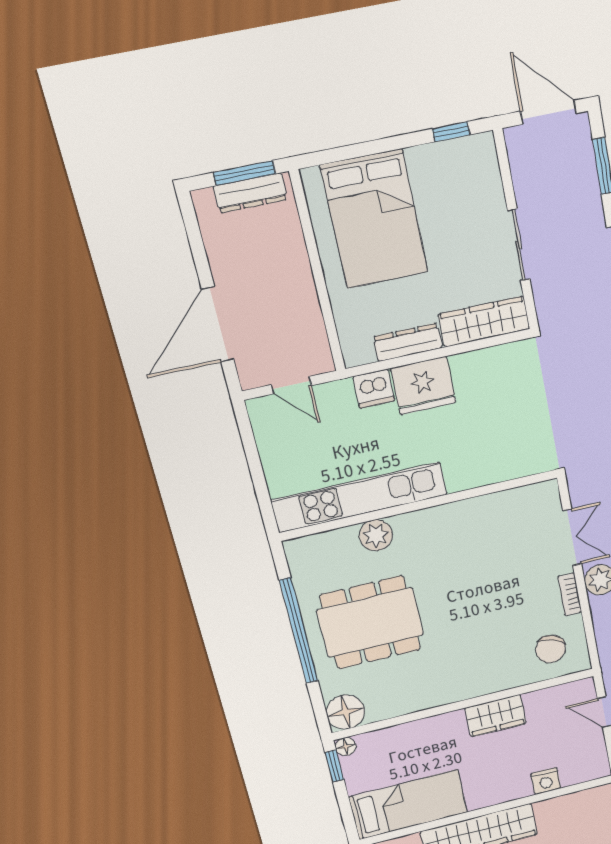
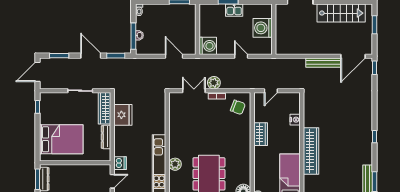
fridge: (423, 386) -> (123, 115), moved
dishwasher: (374, 389) -> (120, 163), moved

